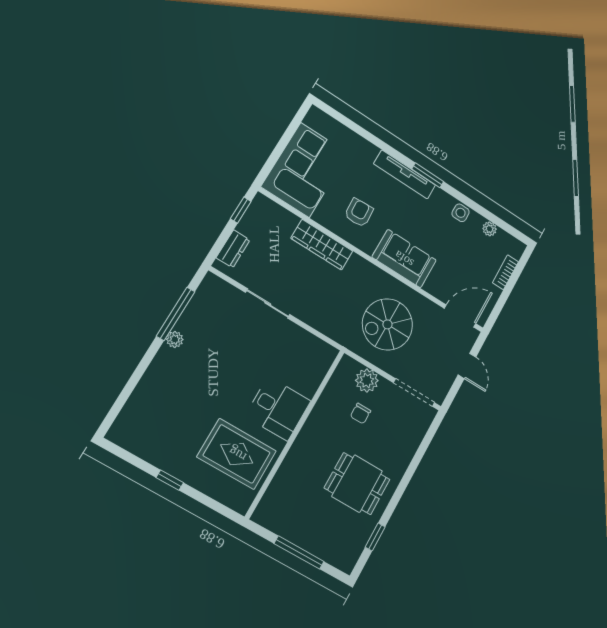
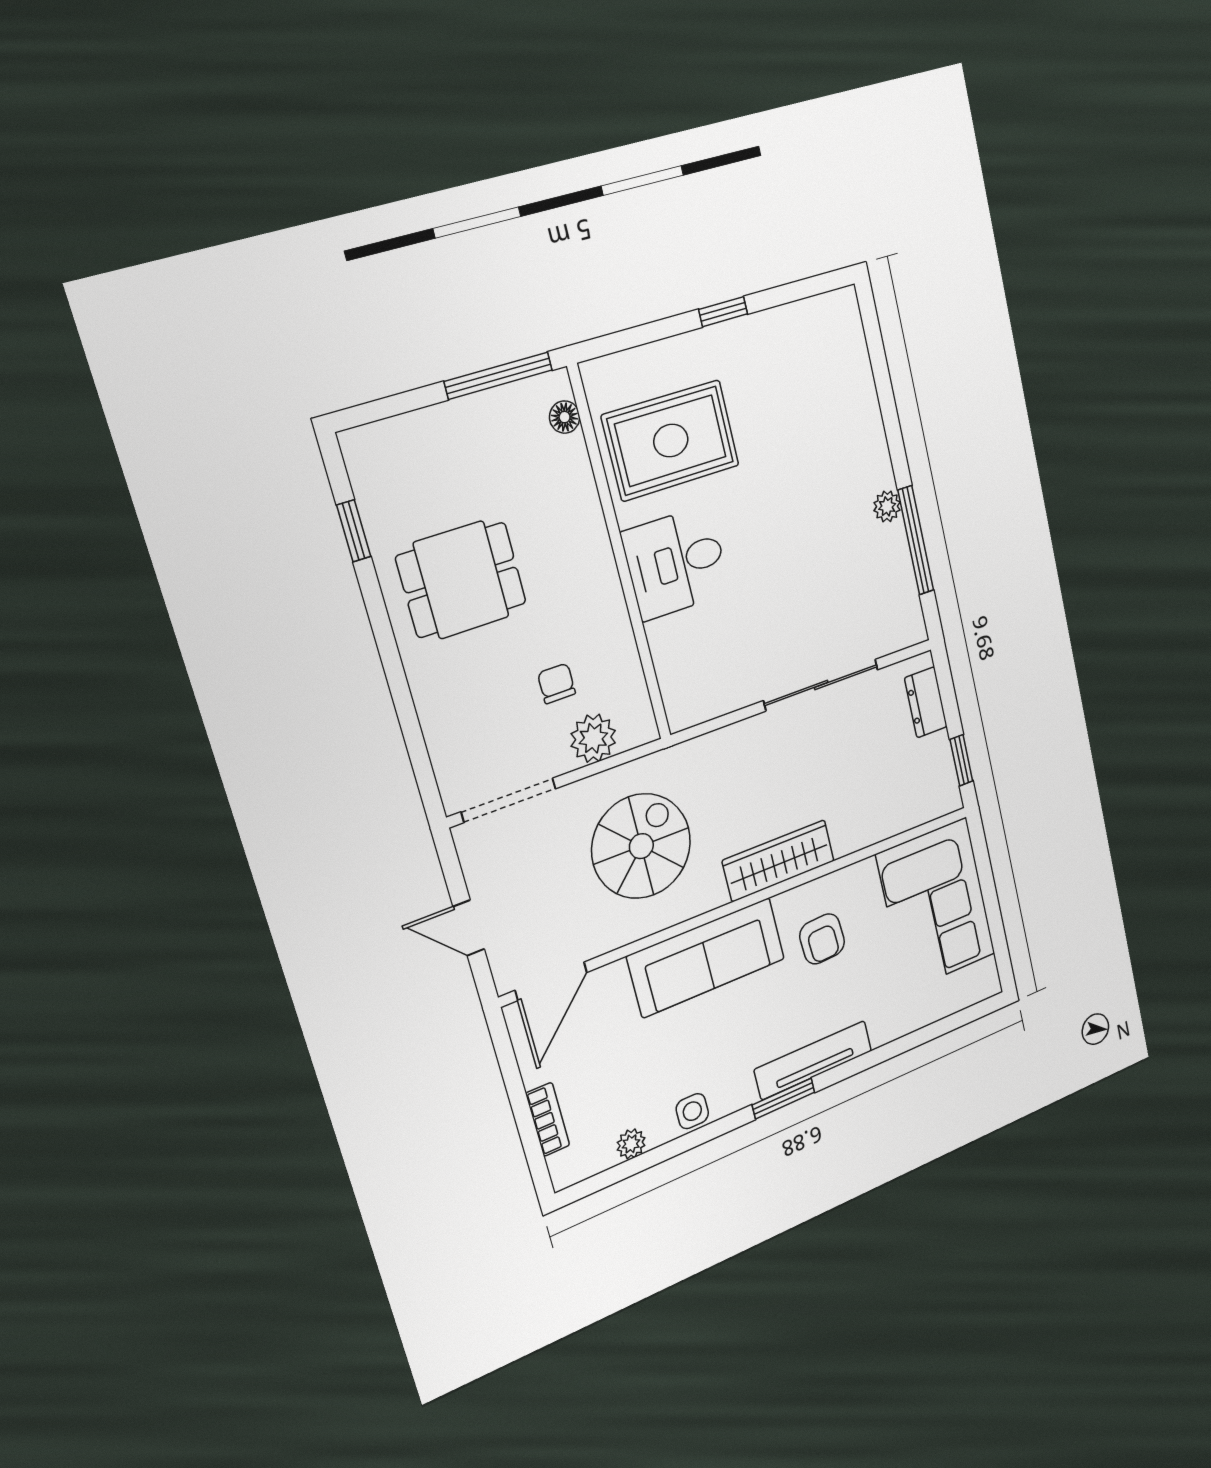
wardrobe: (322, 245) -> (778, 861), moved
sofa: (404, 259) -> (706, 957), width x1.36
sliding door: (268, 303) -> (821, 685), width x1.37
floor lamp: (268, 502) -> (565, 417), added
window: (299, 552) -> (498, 376), moved

